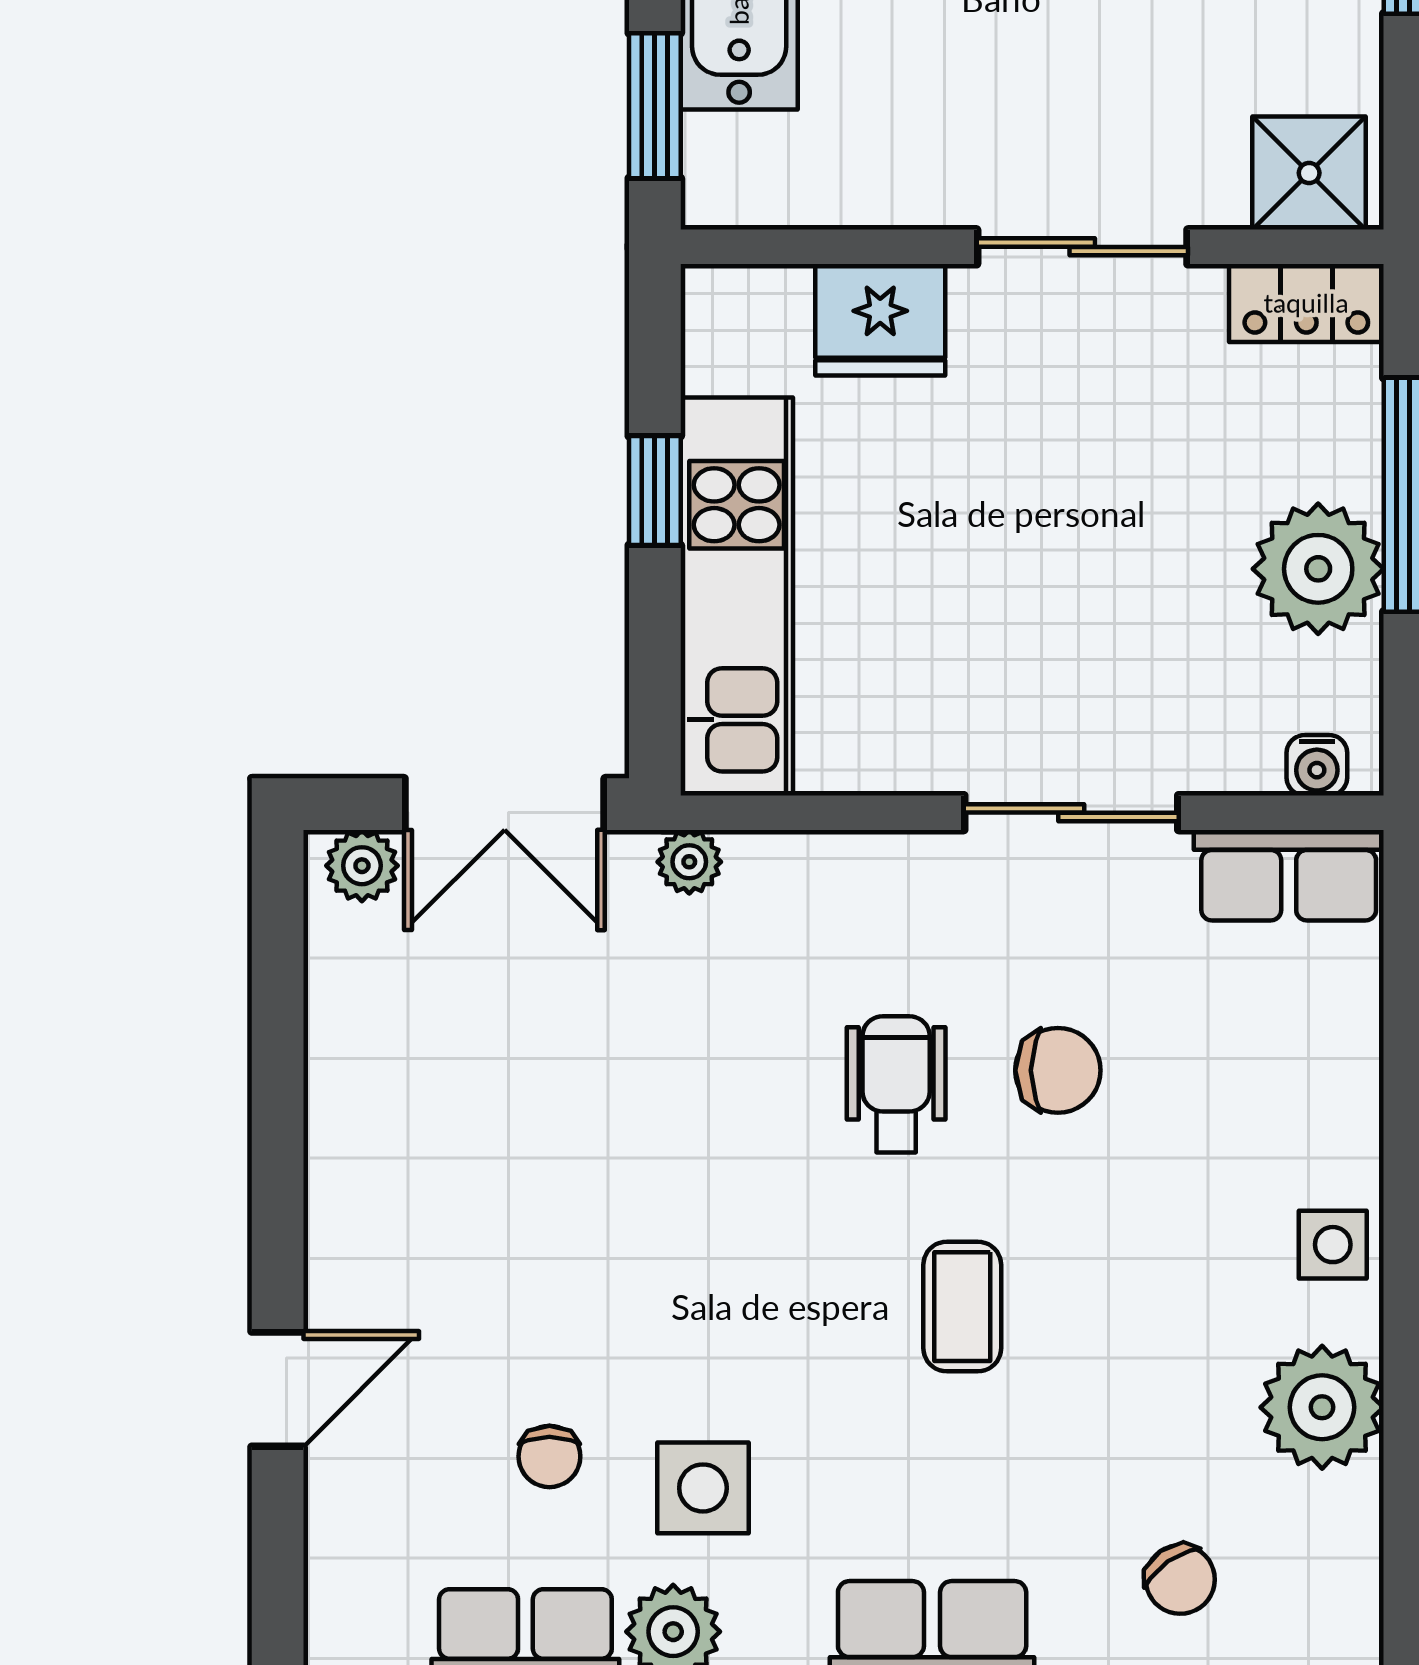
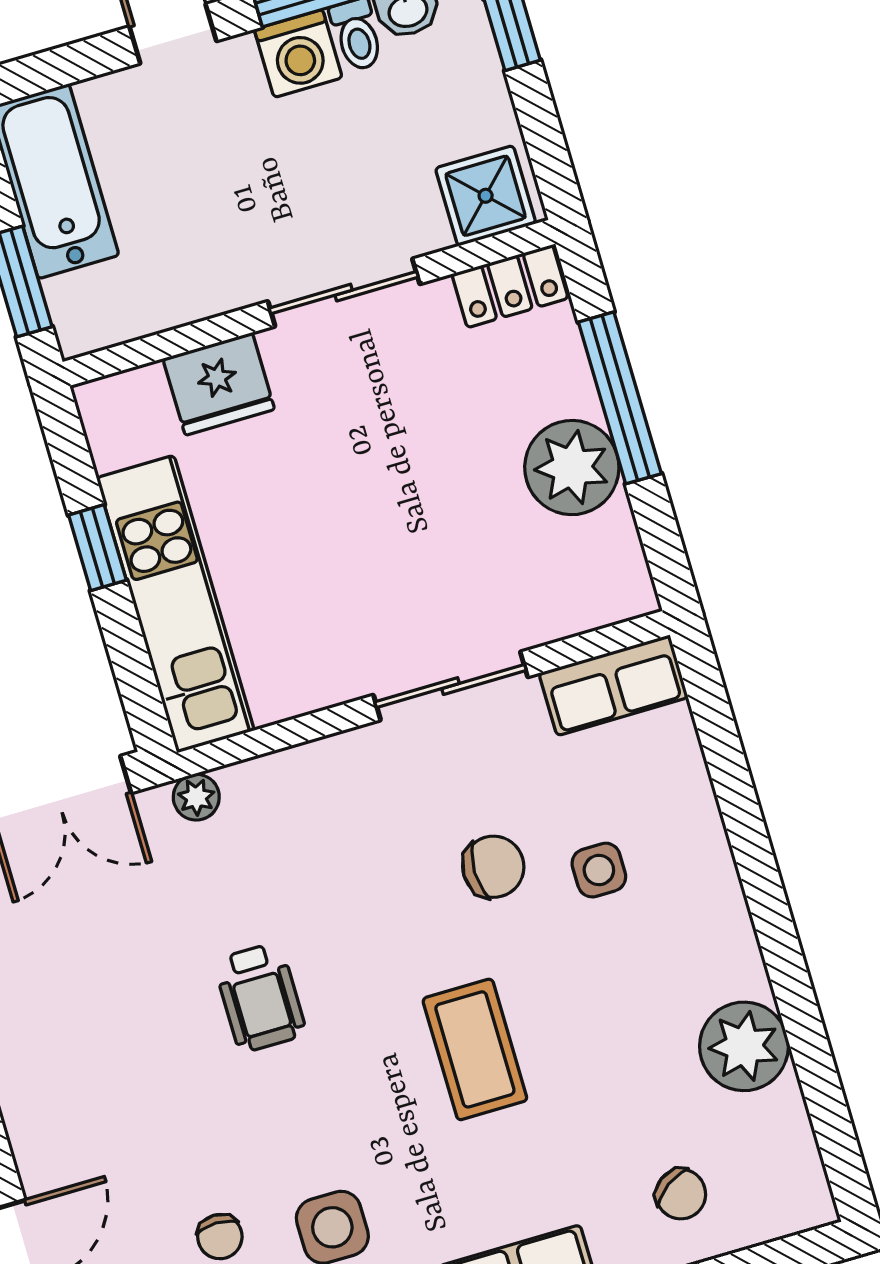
water cooler: (1317, 765) -> (611, 604), removed
wheelchair: (896, 1084) -> (260, 997), moved, turned 180
side table: (1333, 1245) -> (599, 870), moved
coffee table: (962, 1307) -> (475, 1049), width x1.36, depth x1.30

